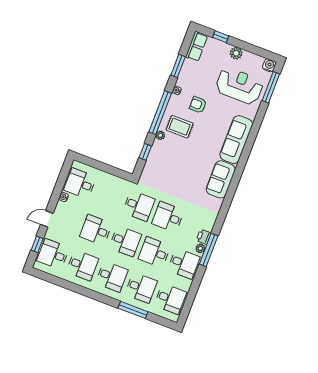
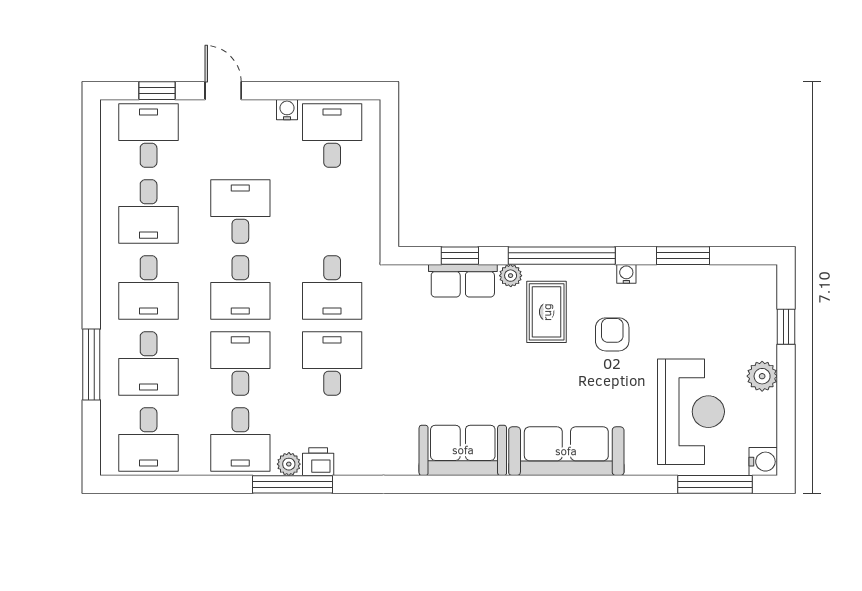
row of seats: (197, 46) -> (463, 281), moved

